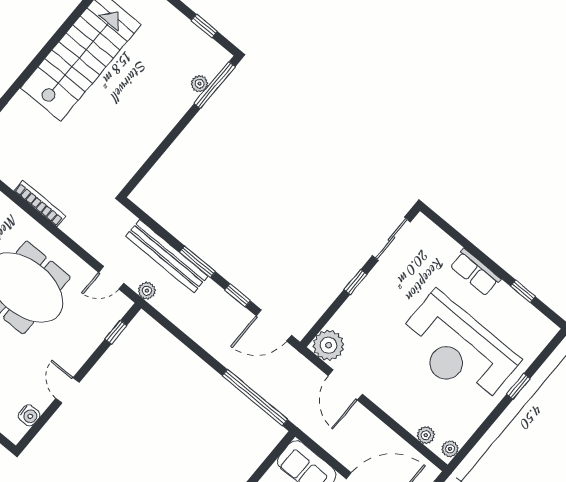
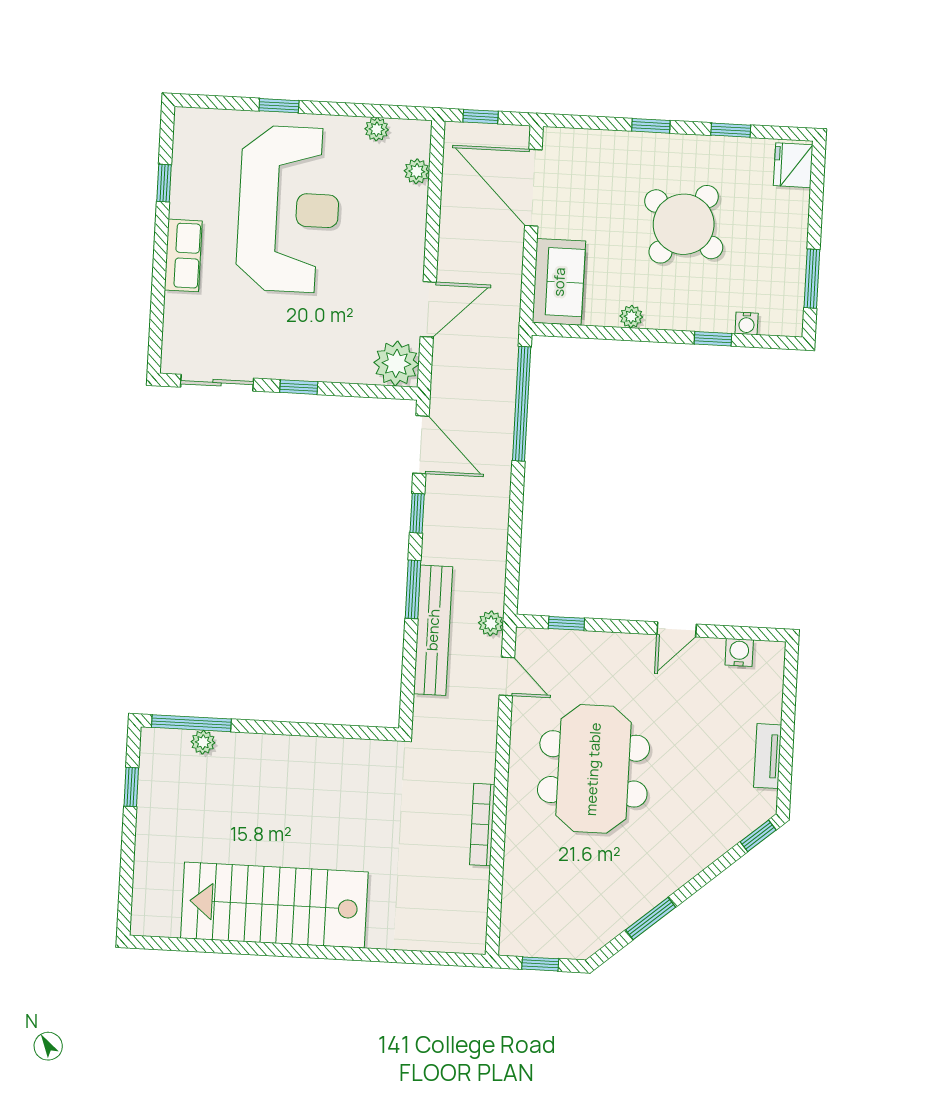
plant: (450, 449) -> (377, 129), moved

